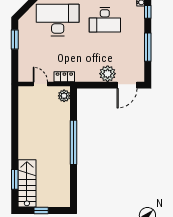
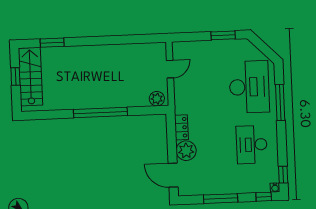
locker: (64, 77) -> (181, 127), moved
stairs: (27, 183) -> (30, 77), moved, turned -90

